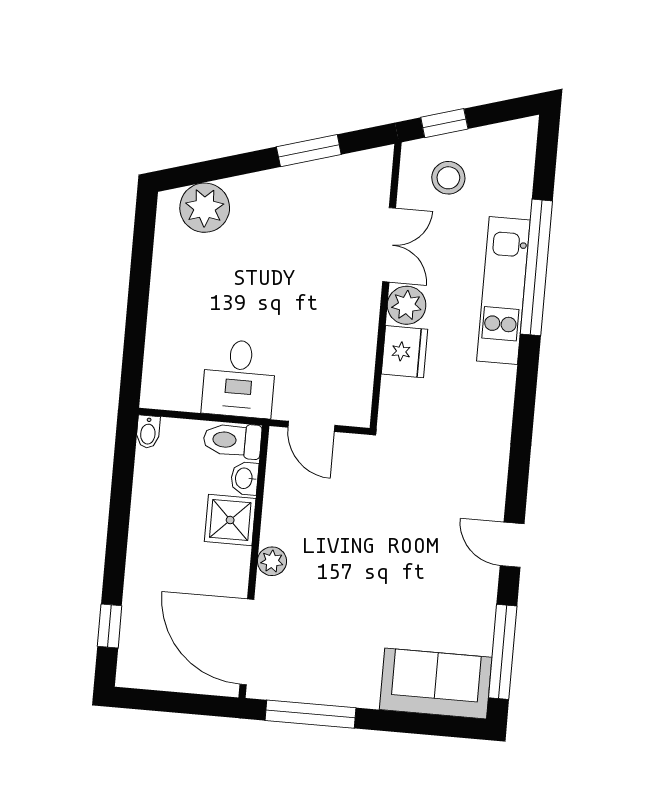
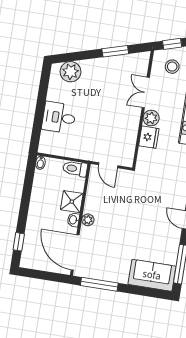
double door: (389, 245) -> (146, 93), swing flipped
desk: (239, 379) -> (59, 117), moved, turned 90
washbasin: (245, 478) -> (73, 220), moved

